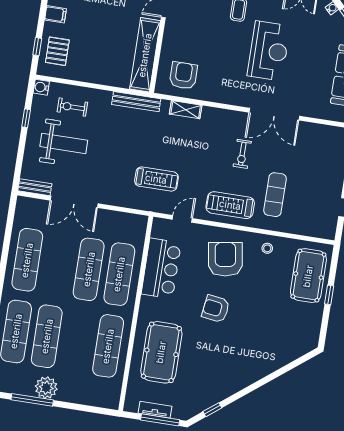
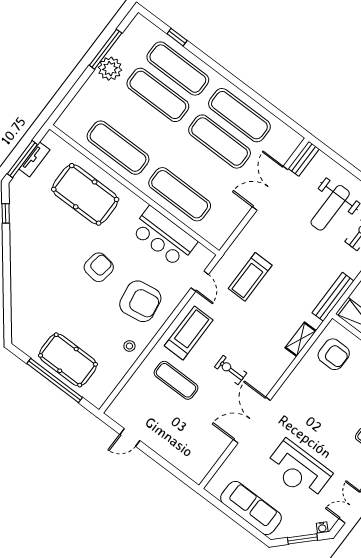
reception desk: (269, 51) -> (298, 470), moved
exercise mat: (89, 269) -> (220, 142), moved
pool table: (308, 276) -> (68, 360), moved
window: (329, 295) -> (55, 381), width x3.17

